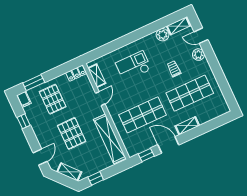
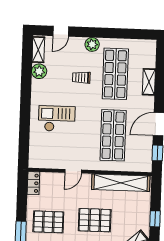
plant: (198, 55) -> (92, 44), moved
checkout: (134, 66) -> (57, 119), turned 90
shelving: (97, 76) -> (47, 163), removed
door: (100, 99) -> (73, 171), swing flipped
shelving: (187, 126) -> (149, 82), moved

